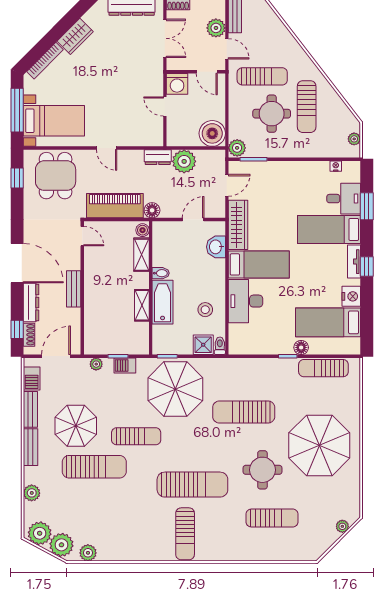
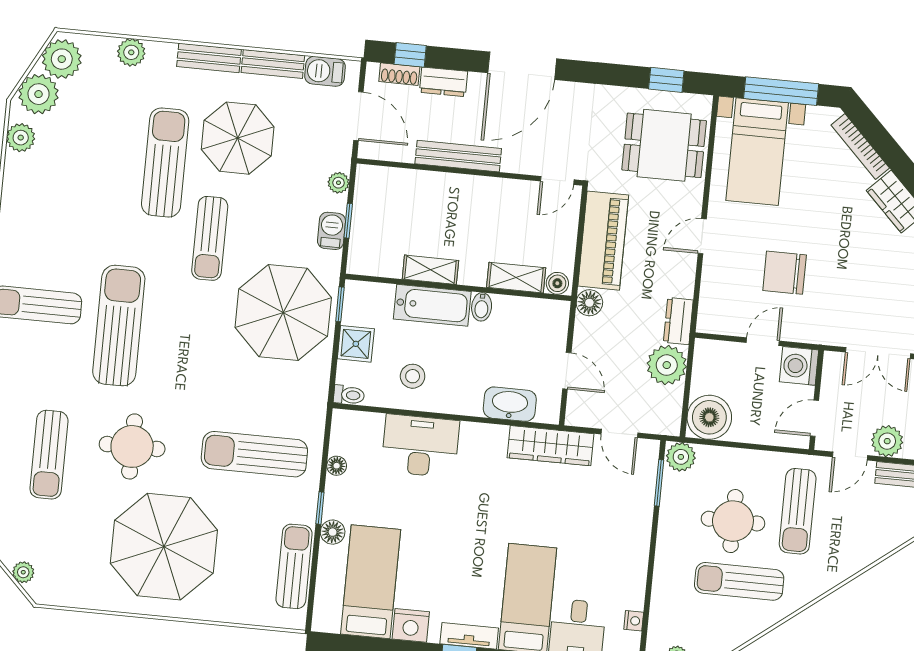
chair: (123, 98) -> (785, 273), added
washbasin: (216, 247) -> (510, 404), width x1.38
bed: (259, 264) -> (480, 474), removed
bench: (74, 289) -> (458, 156), width x1.36
dresser: (31, 302) -> (444, 82), width x0.70
shower: (203, 345) -> (356, 344), moved
floor lamp: (262, 349) -> (337, 466), added
sun lounger: (244, 412) -> (254, 454), moved, turned -90
sun lounger: (94, 467) -> (165, 162), turned 180
sun lounger: (192, 485) -> (119, 326), turned 180

